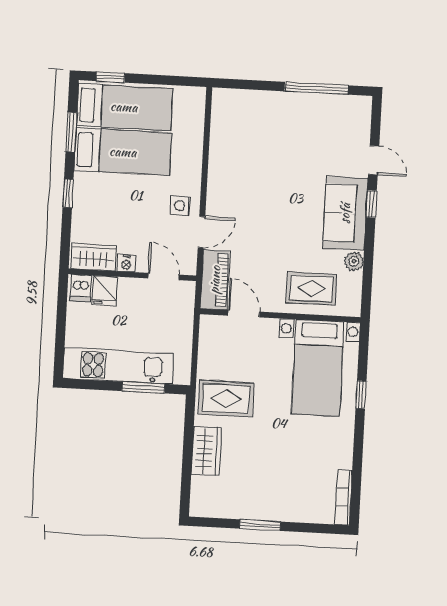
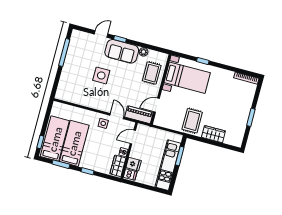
side table: (283, 180) -> (101, 75), added

